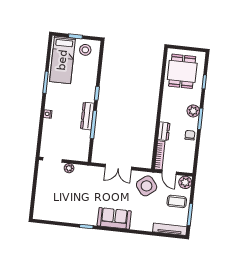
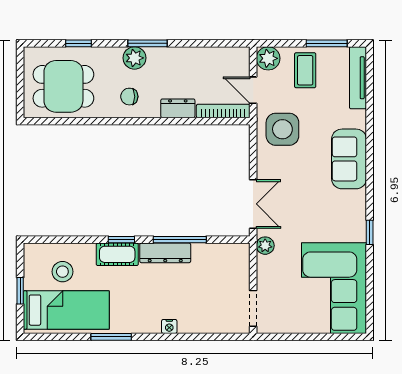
stool: (85, 50) -> (62, 272), moved
cot: (89, 90) -> (117, 254), added
chair: (190, 135) -> (129, 97), moved
double door: (118, 167) -> (253, 204), moved
plant: (69, 168) -> (265, 246), moved
door: (169, 172) -> (253, 90), swing flipped
side table: (147, 186) -> (282, 129), turned 38
corner sofa: (59, 204) -> (334, 288), added
sofa: (114, 218) -> (349, 159), moved

